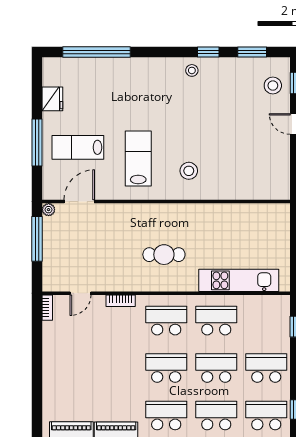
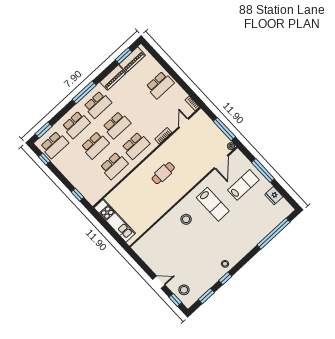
kitchen unit: (239, 280) -> (115, 221), moved, turned -90
school desk: (266, 368) -> (160, 85), moved

